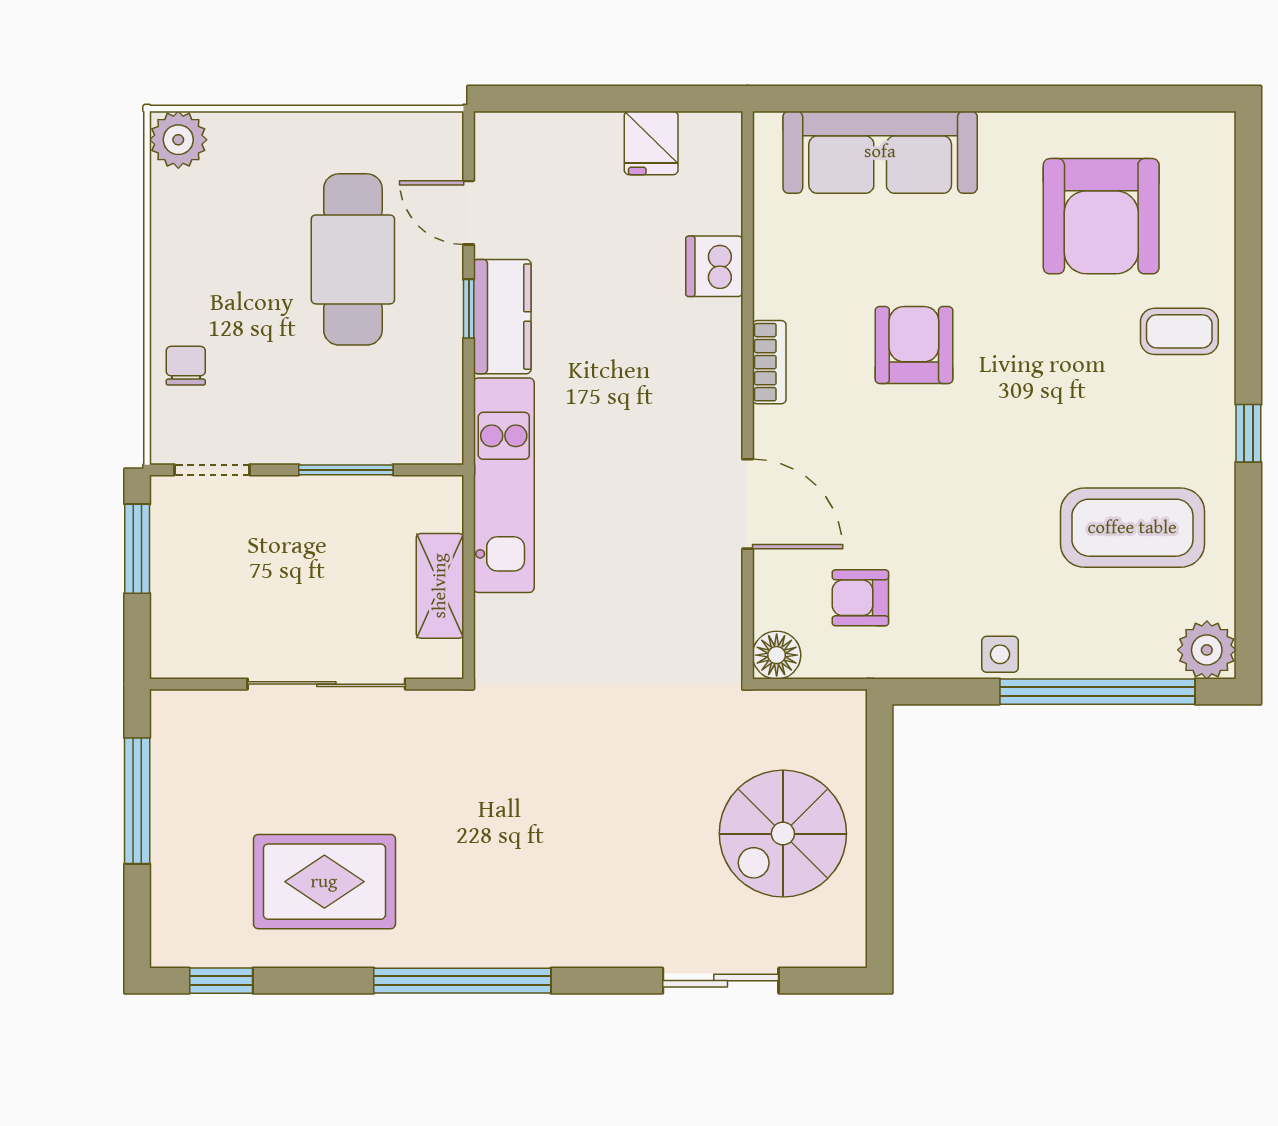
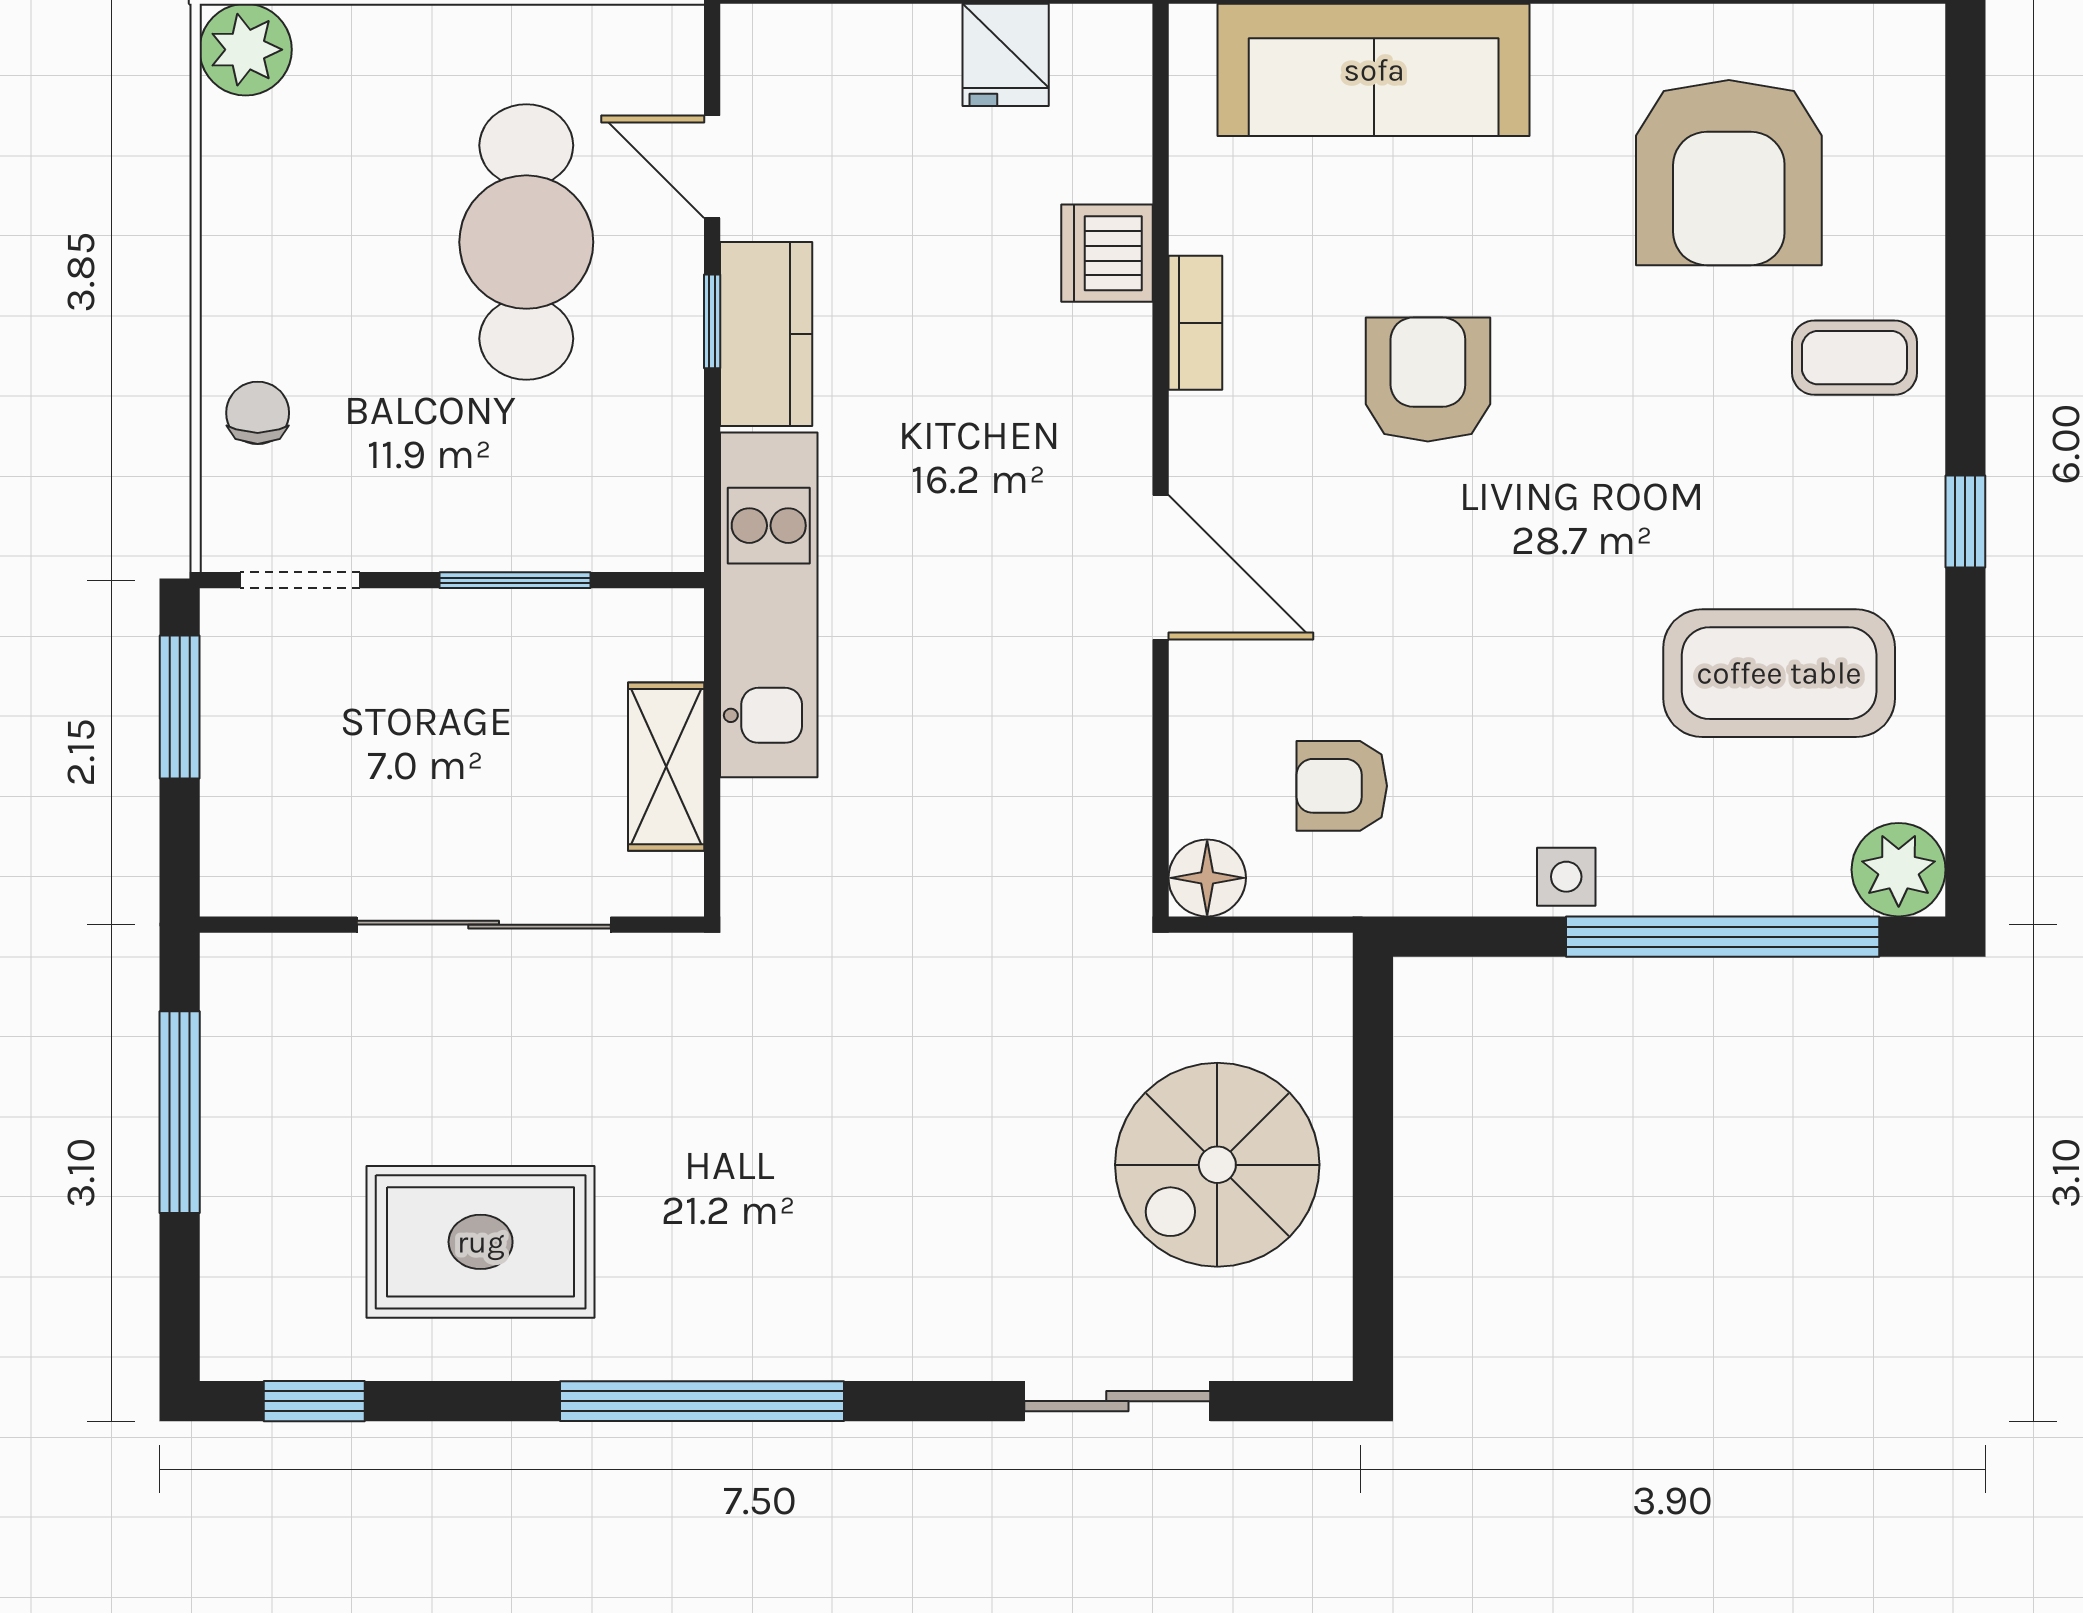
bookcase: (769, 362) -> (1195, 323), moved
door: (748, 504) -> (1161, 567), moved

